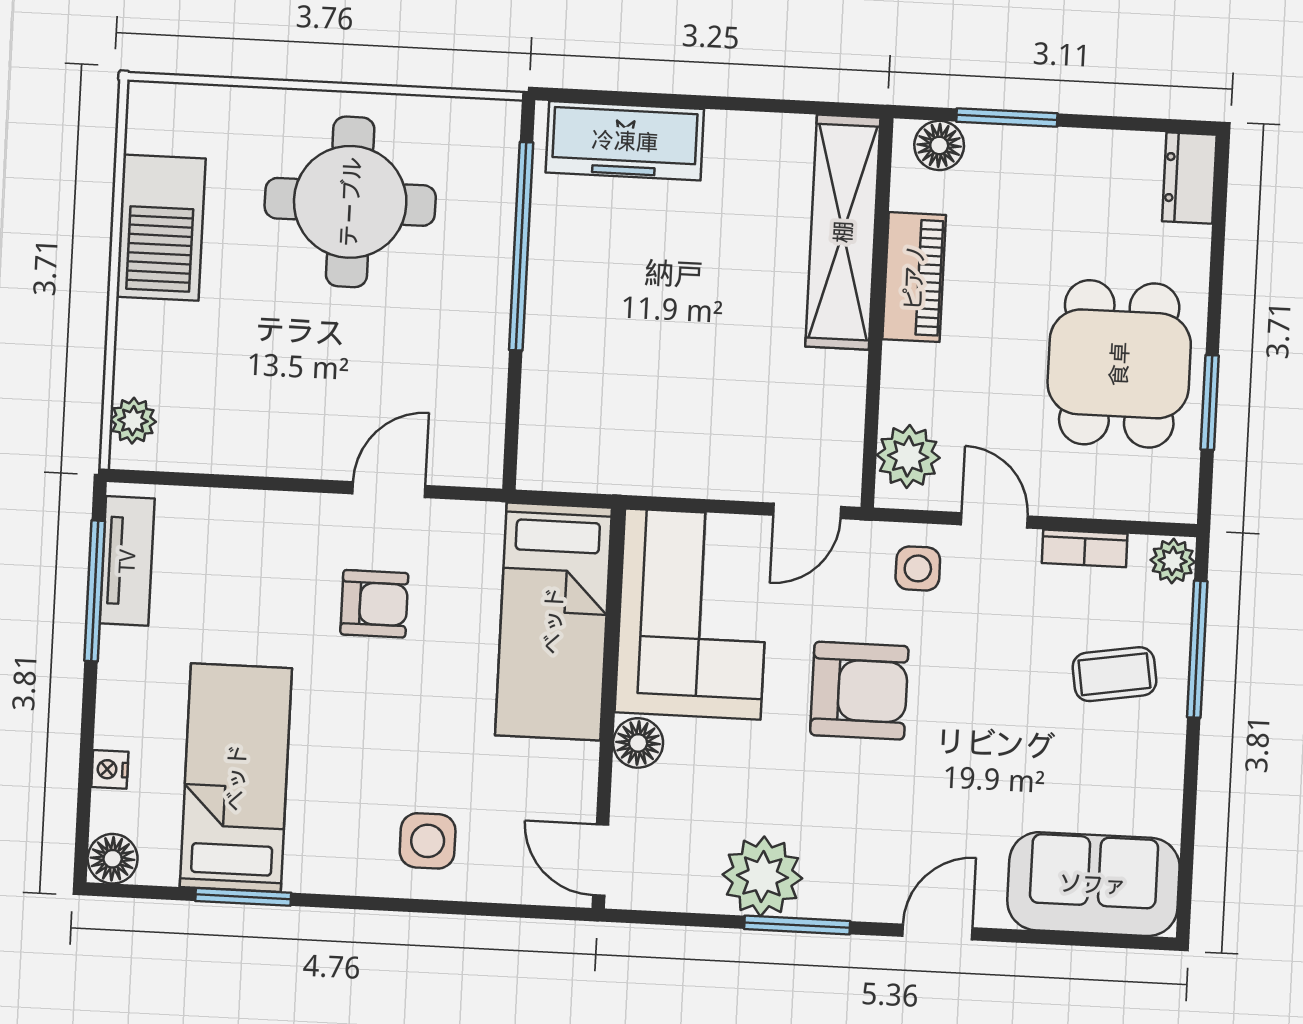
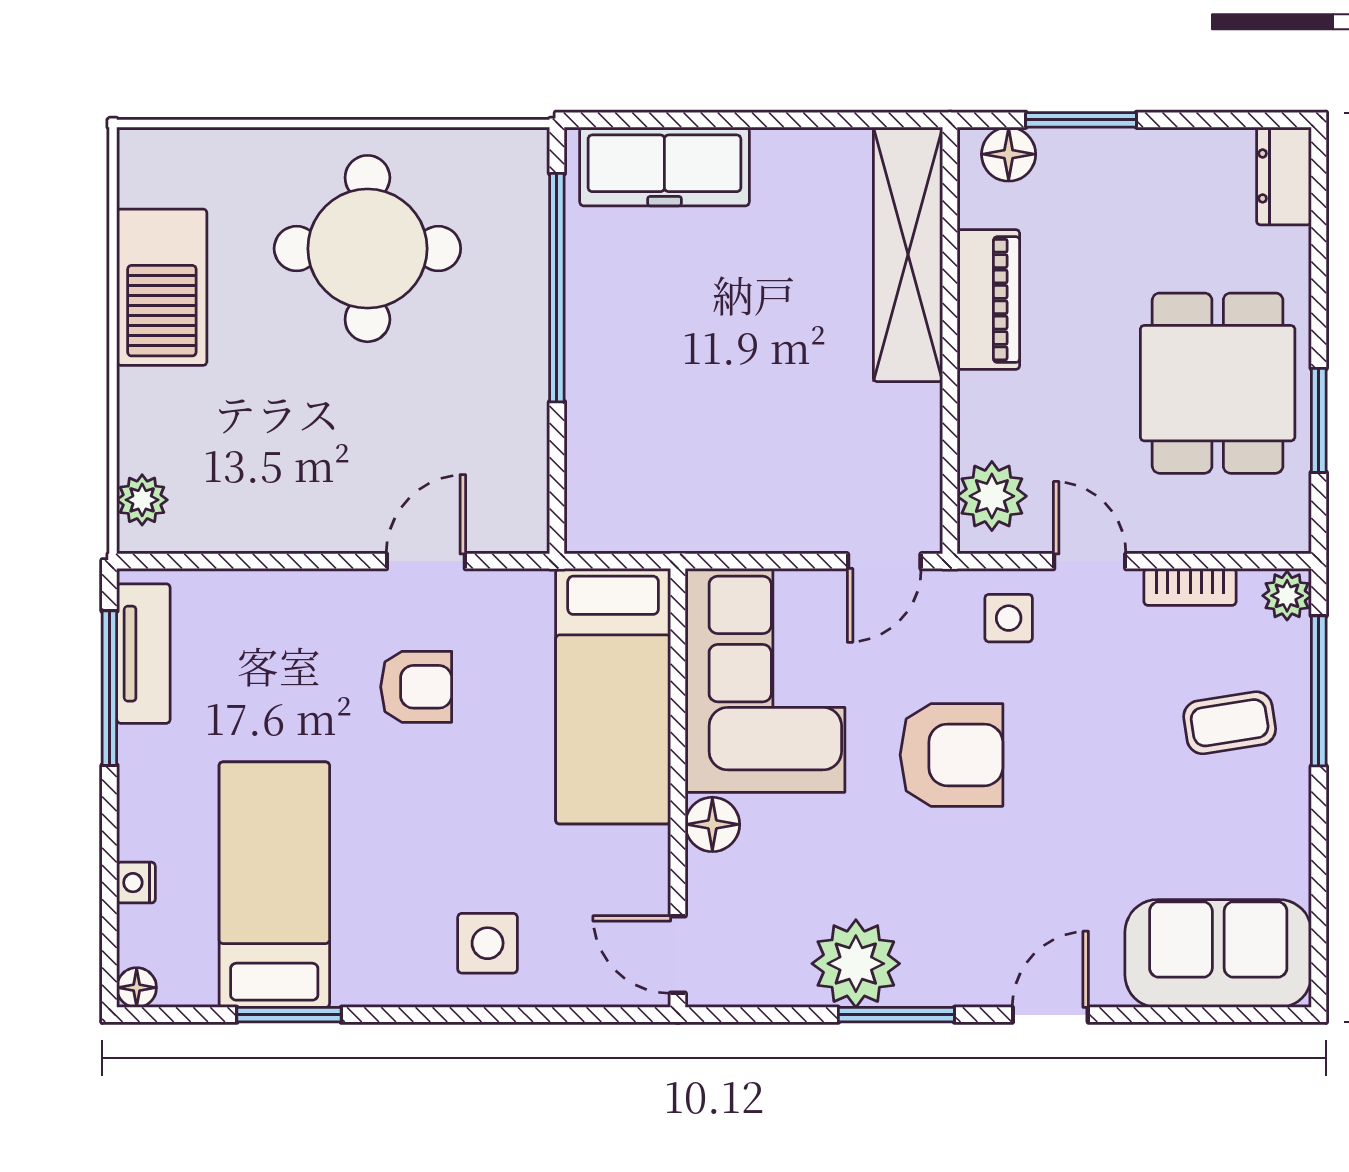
floor lamp: (113, 859) -> (137, 988), width x0.73, depth x0.73

